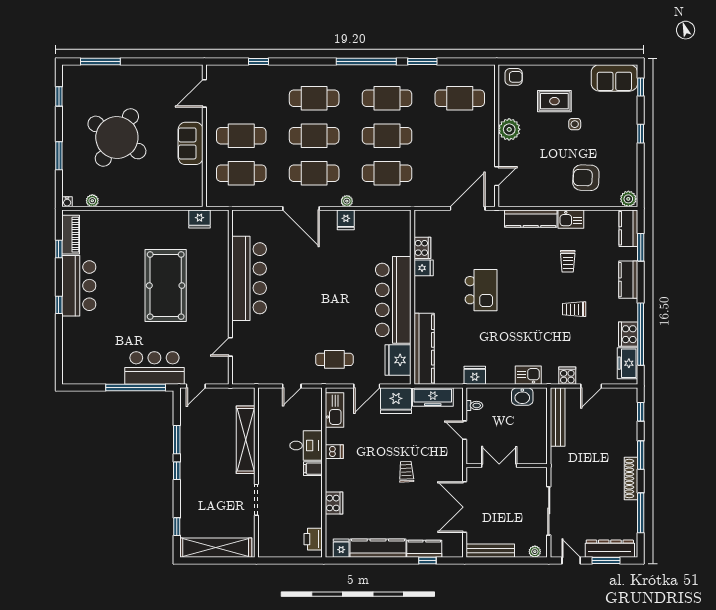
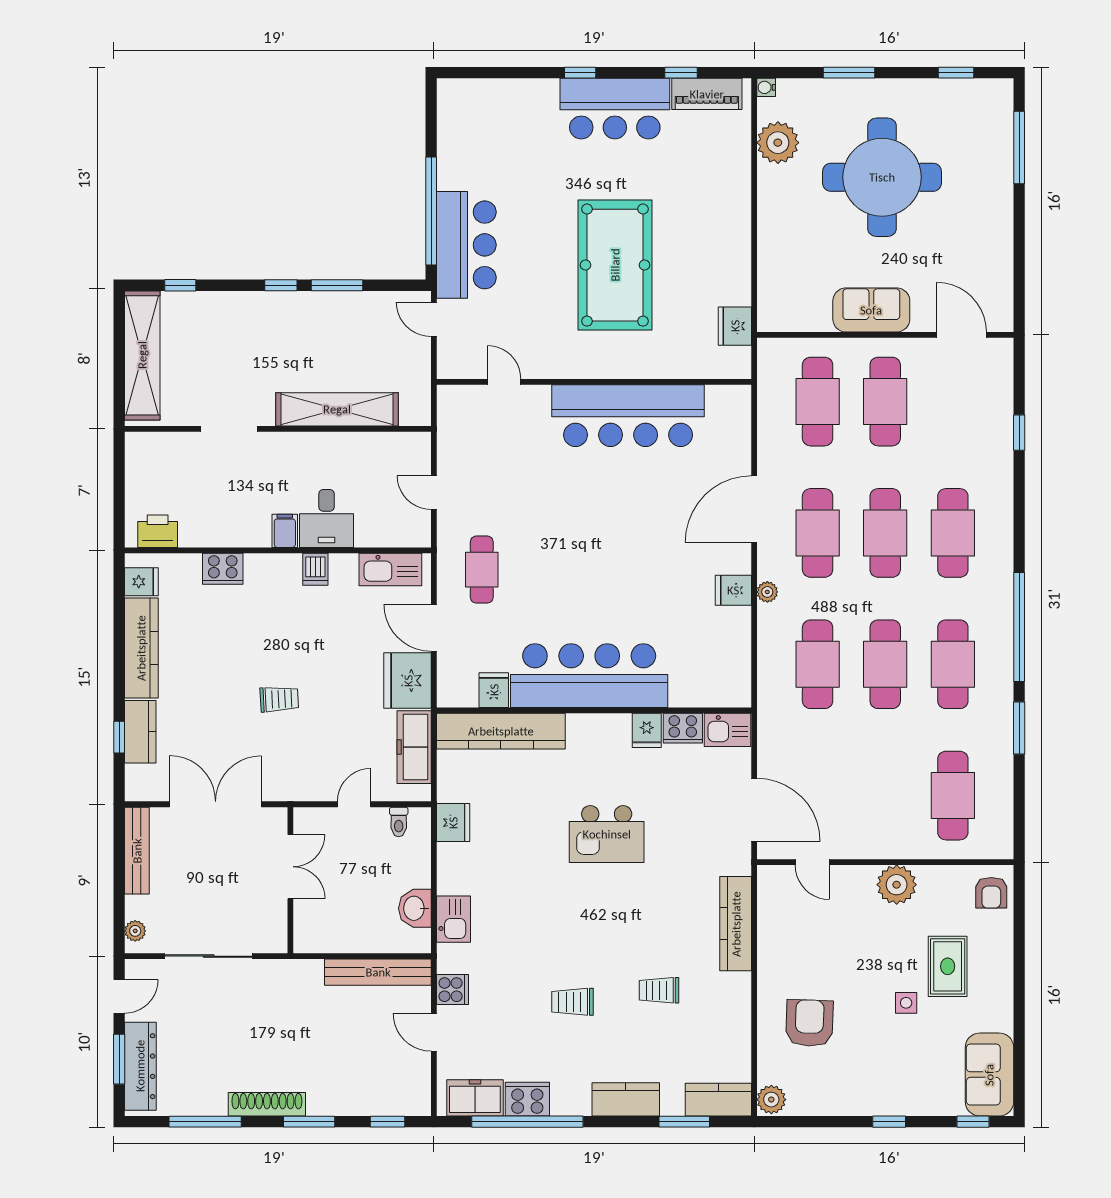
round table: (117, 137) -> (882, 177), turned -33
plant: (92, 201) -> (778, 143), width x1.87, depth x1.87
kitchen sink: (571, 219) -> (728, 730), moved, turned -90
pool table: (166, 286) -> (615, 265), turned 90
trolley: (574, 309) -> (572, 1002), turned -90
fridge: (398, 360) -> (494, 690), width x0.53, depth x0.75

